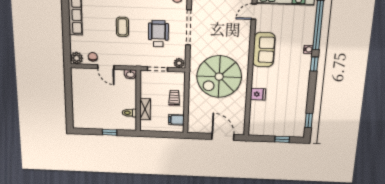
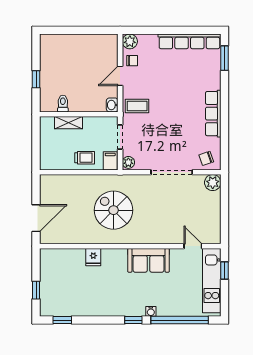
coffee table: (122, 27) -> (137, 106), moved
wheelchair: (158, 34) -> (163, 138), removed
spiral stairs: (219, 77) -> (113, 210), width x0.73, depth x0.73
filing cabinet: (176, 120) -> (110, 161), moved

